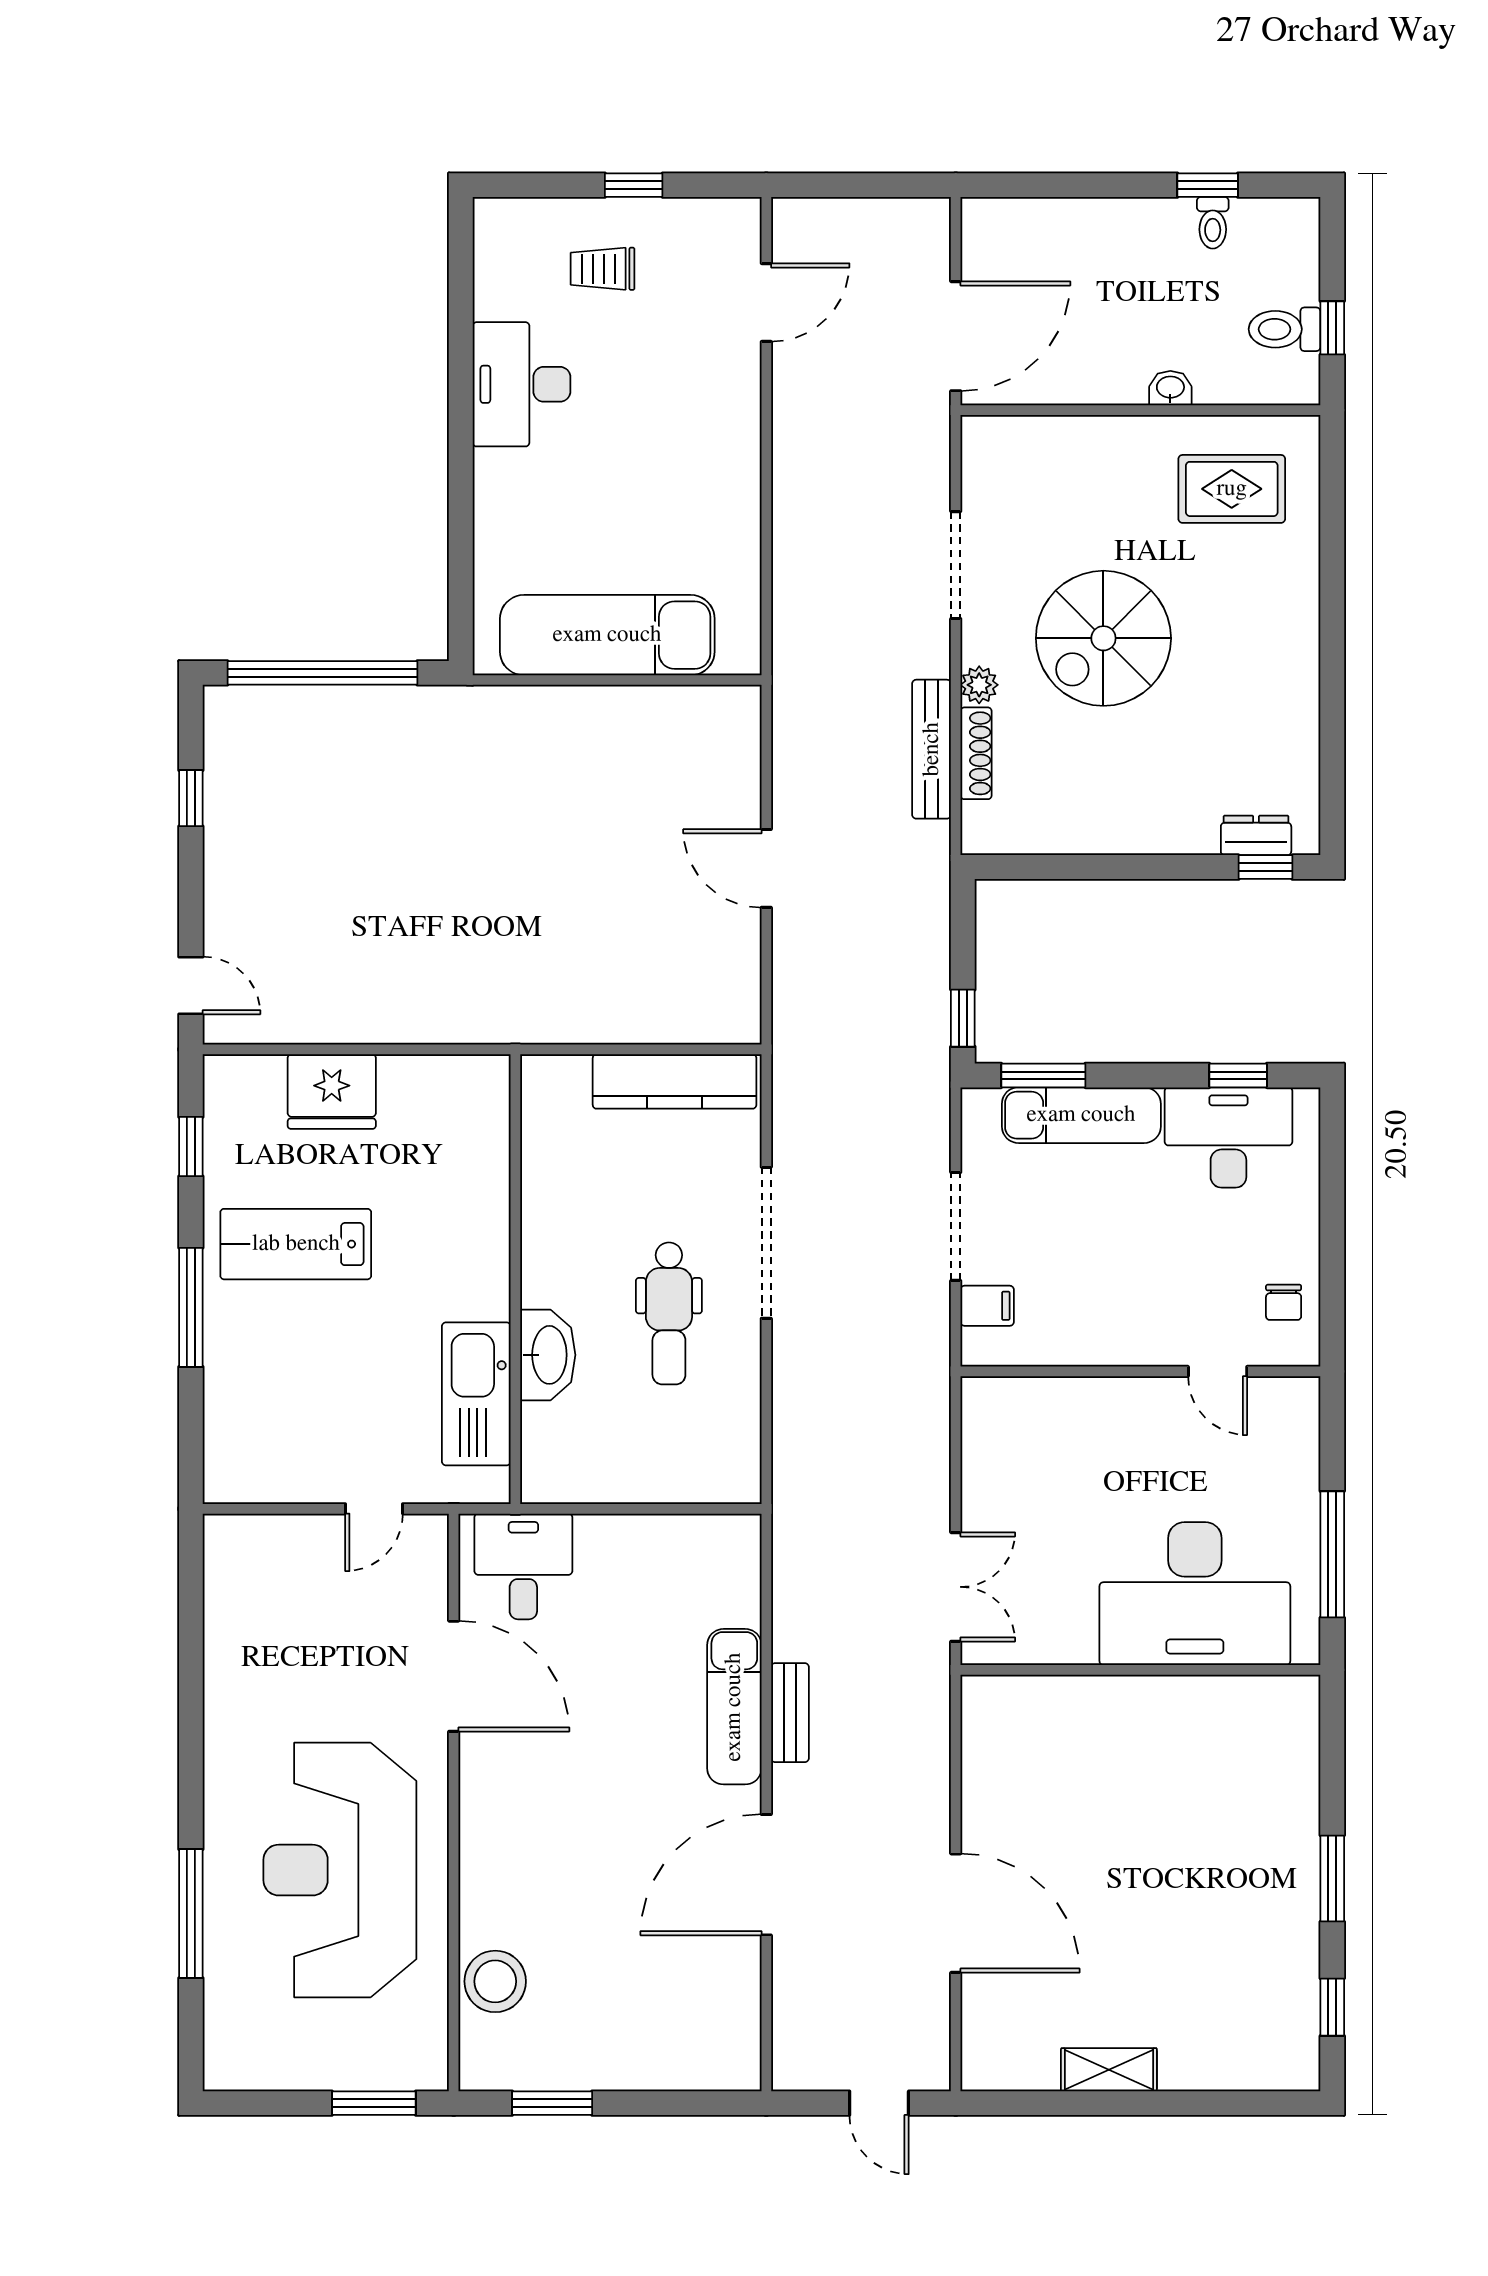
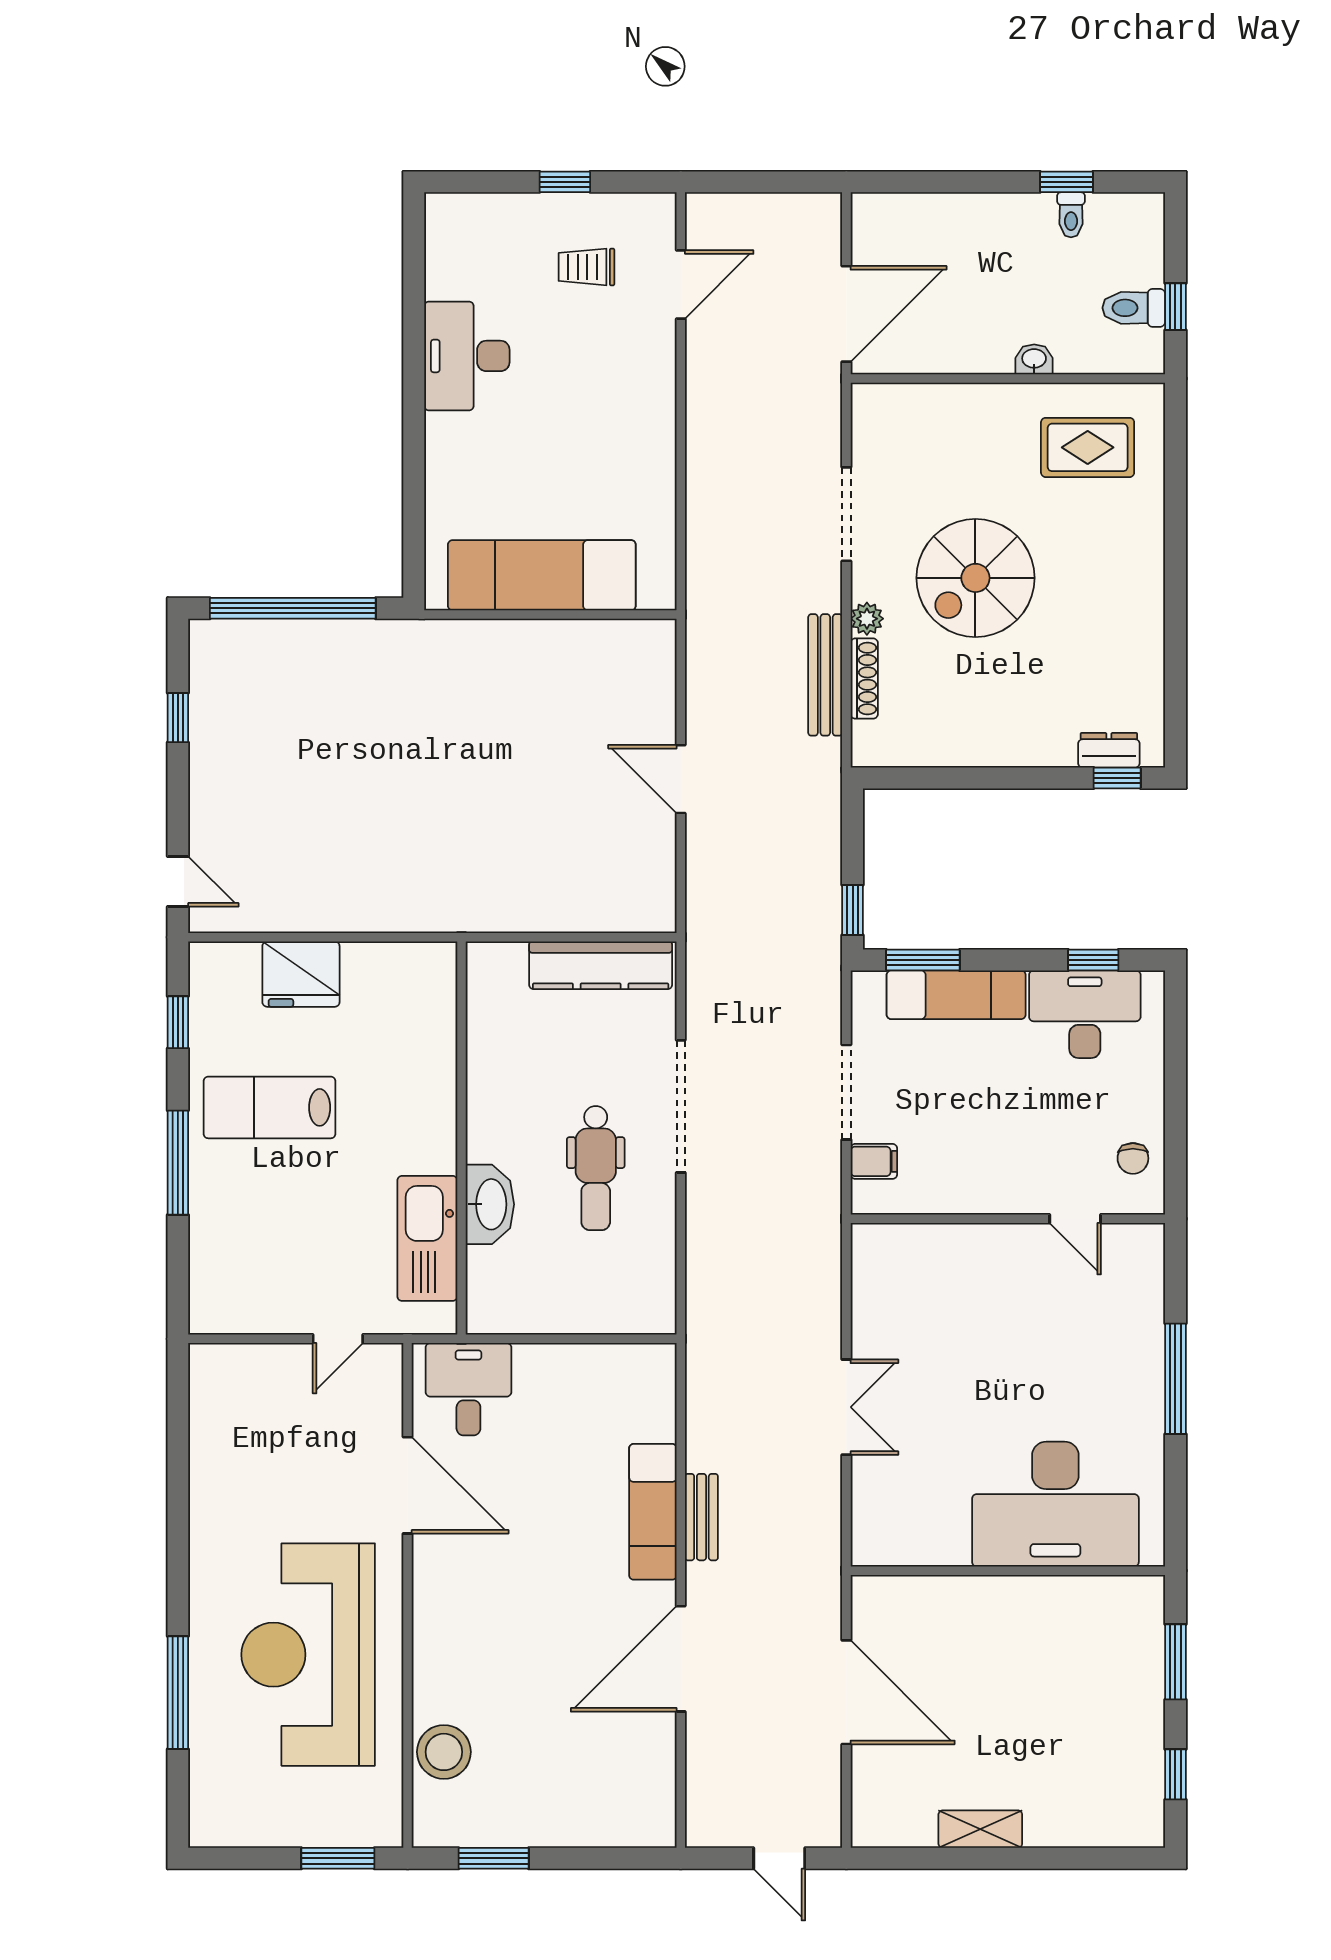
trolley: (603, 269) -> (586, 267), moved
desk: (1195, 1594) -> (1055, 1504), moved
wall: (1140, 1670) -> (1008, 1571), moved

